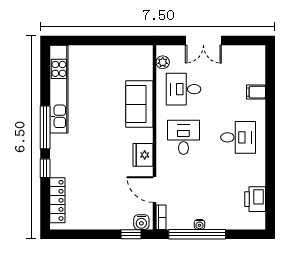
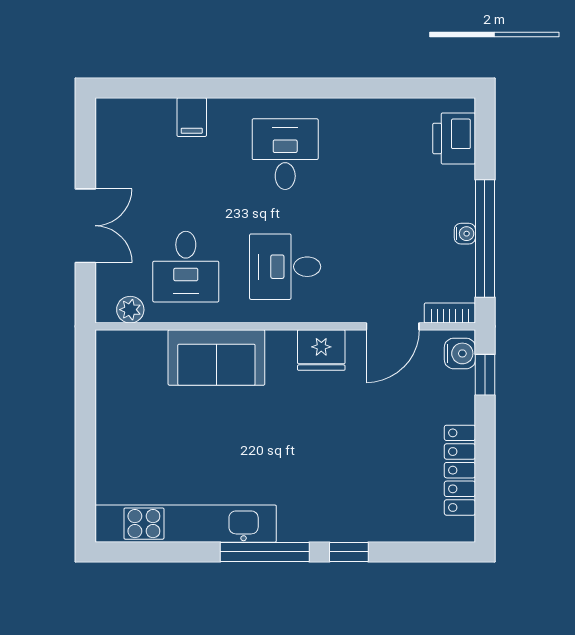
printer: (255, 199) -> (454, 138), moved, turned 90
locker: (57, 200) -> (460, 470), moved, turned -90

